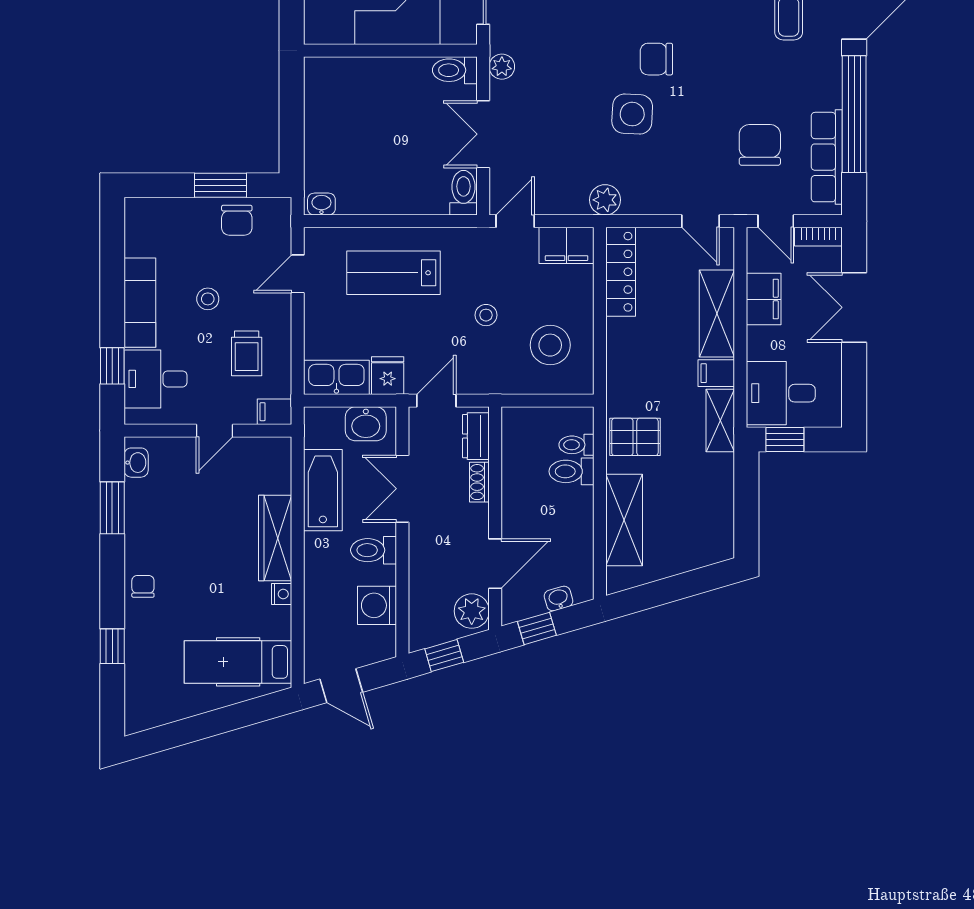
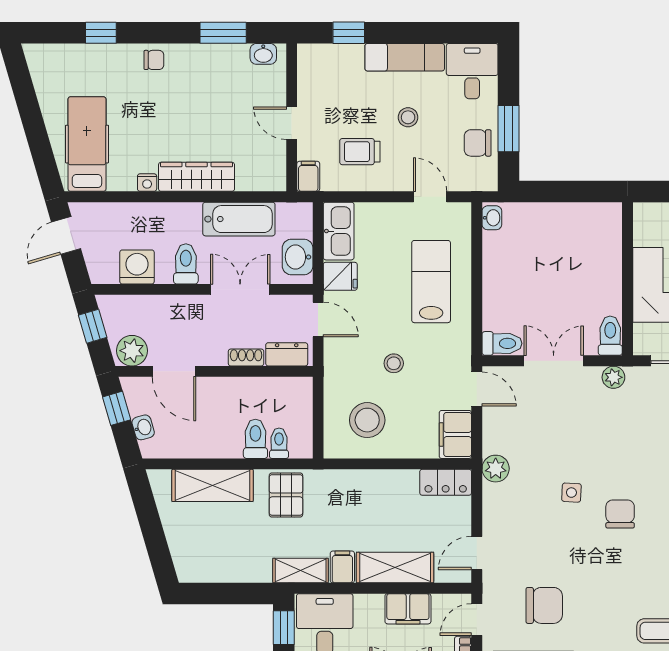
side table: (632, 114) -> (571, 493), width x0.54, depth x0.54
locker: (621, 272) -> (446, 482), width x0.66
desk: (156, 379) -> (472, 71), moved

